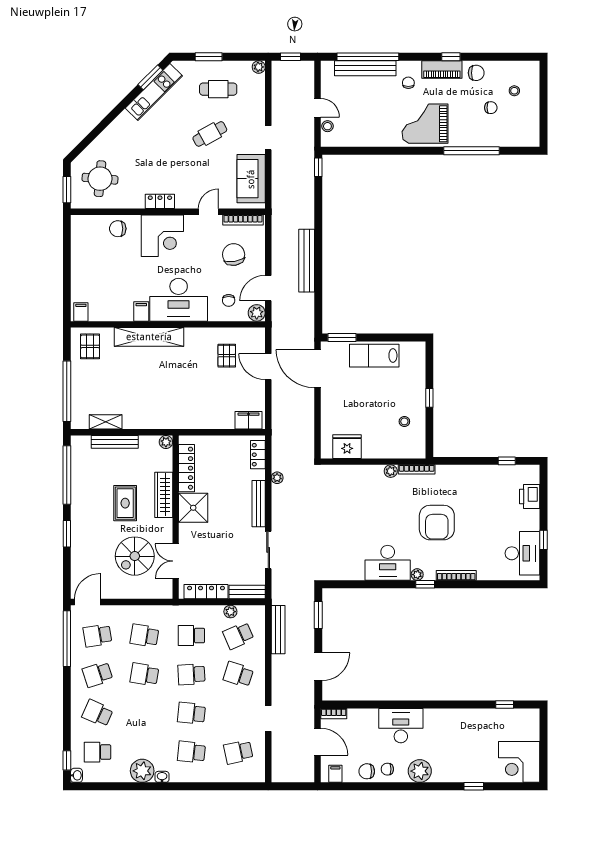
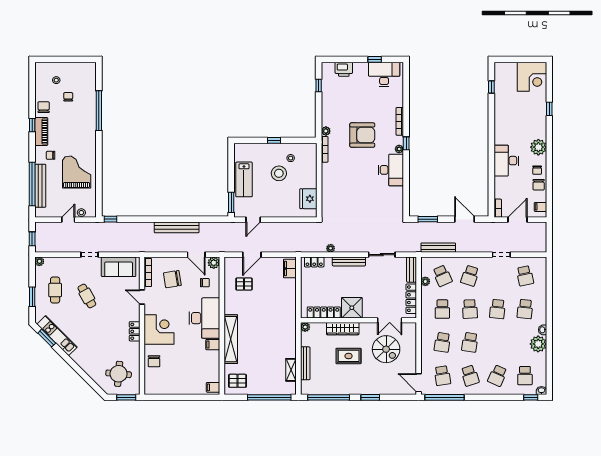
grand piano: (425, 124) -> (77, 172), moved, turned 180
door: (318, 369) -> (253, 220), width x0.53
stool: (383, 405) -> (279, 173), added
plant: (391, 471) -> (326, 131), moved

